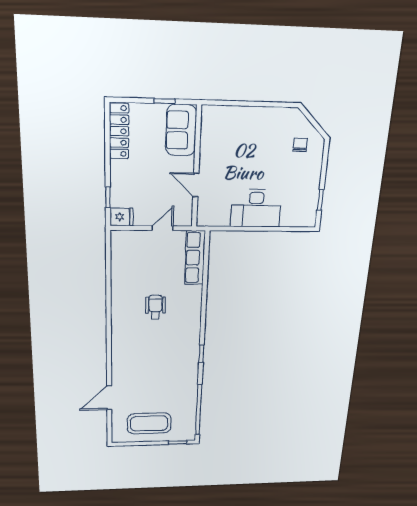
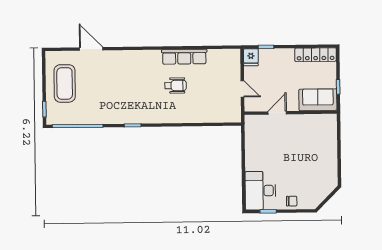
chair: (300, 145) -> (292, 201), moved
desk: (256, 208) -> (260, 191), moved
row of seats: (195, 258) -> (184, 57), moved, turned 180

